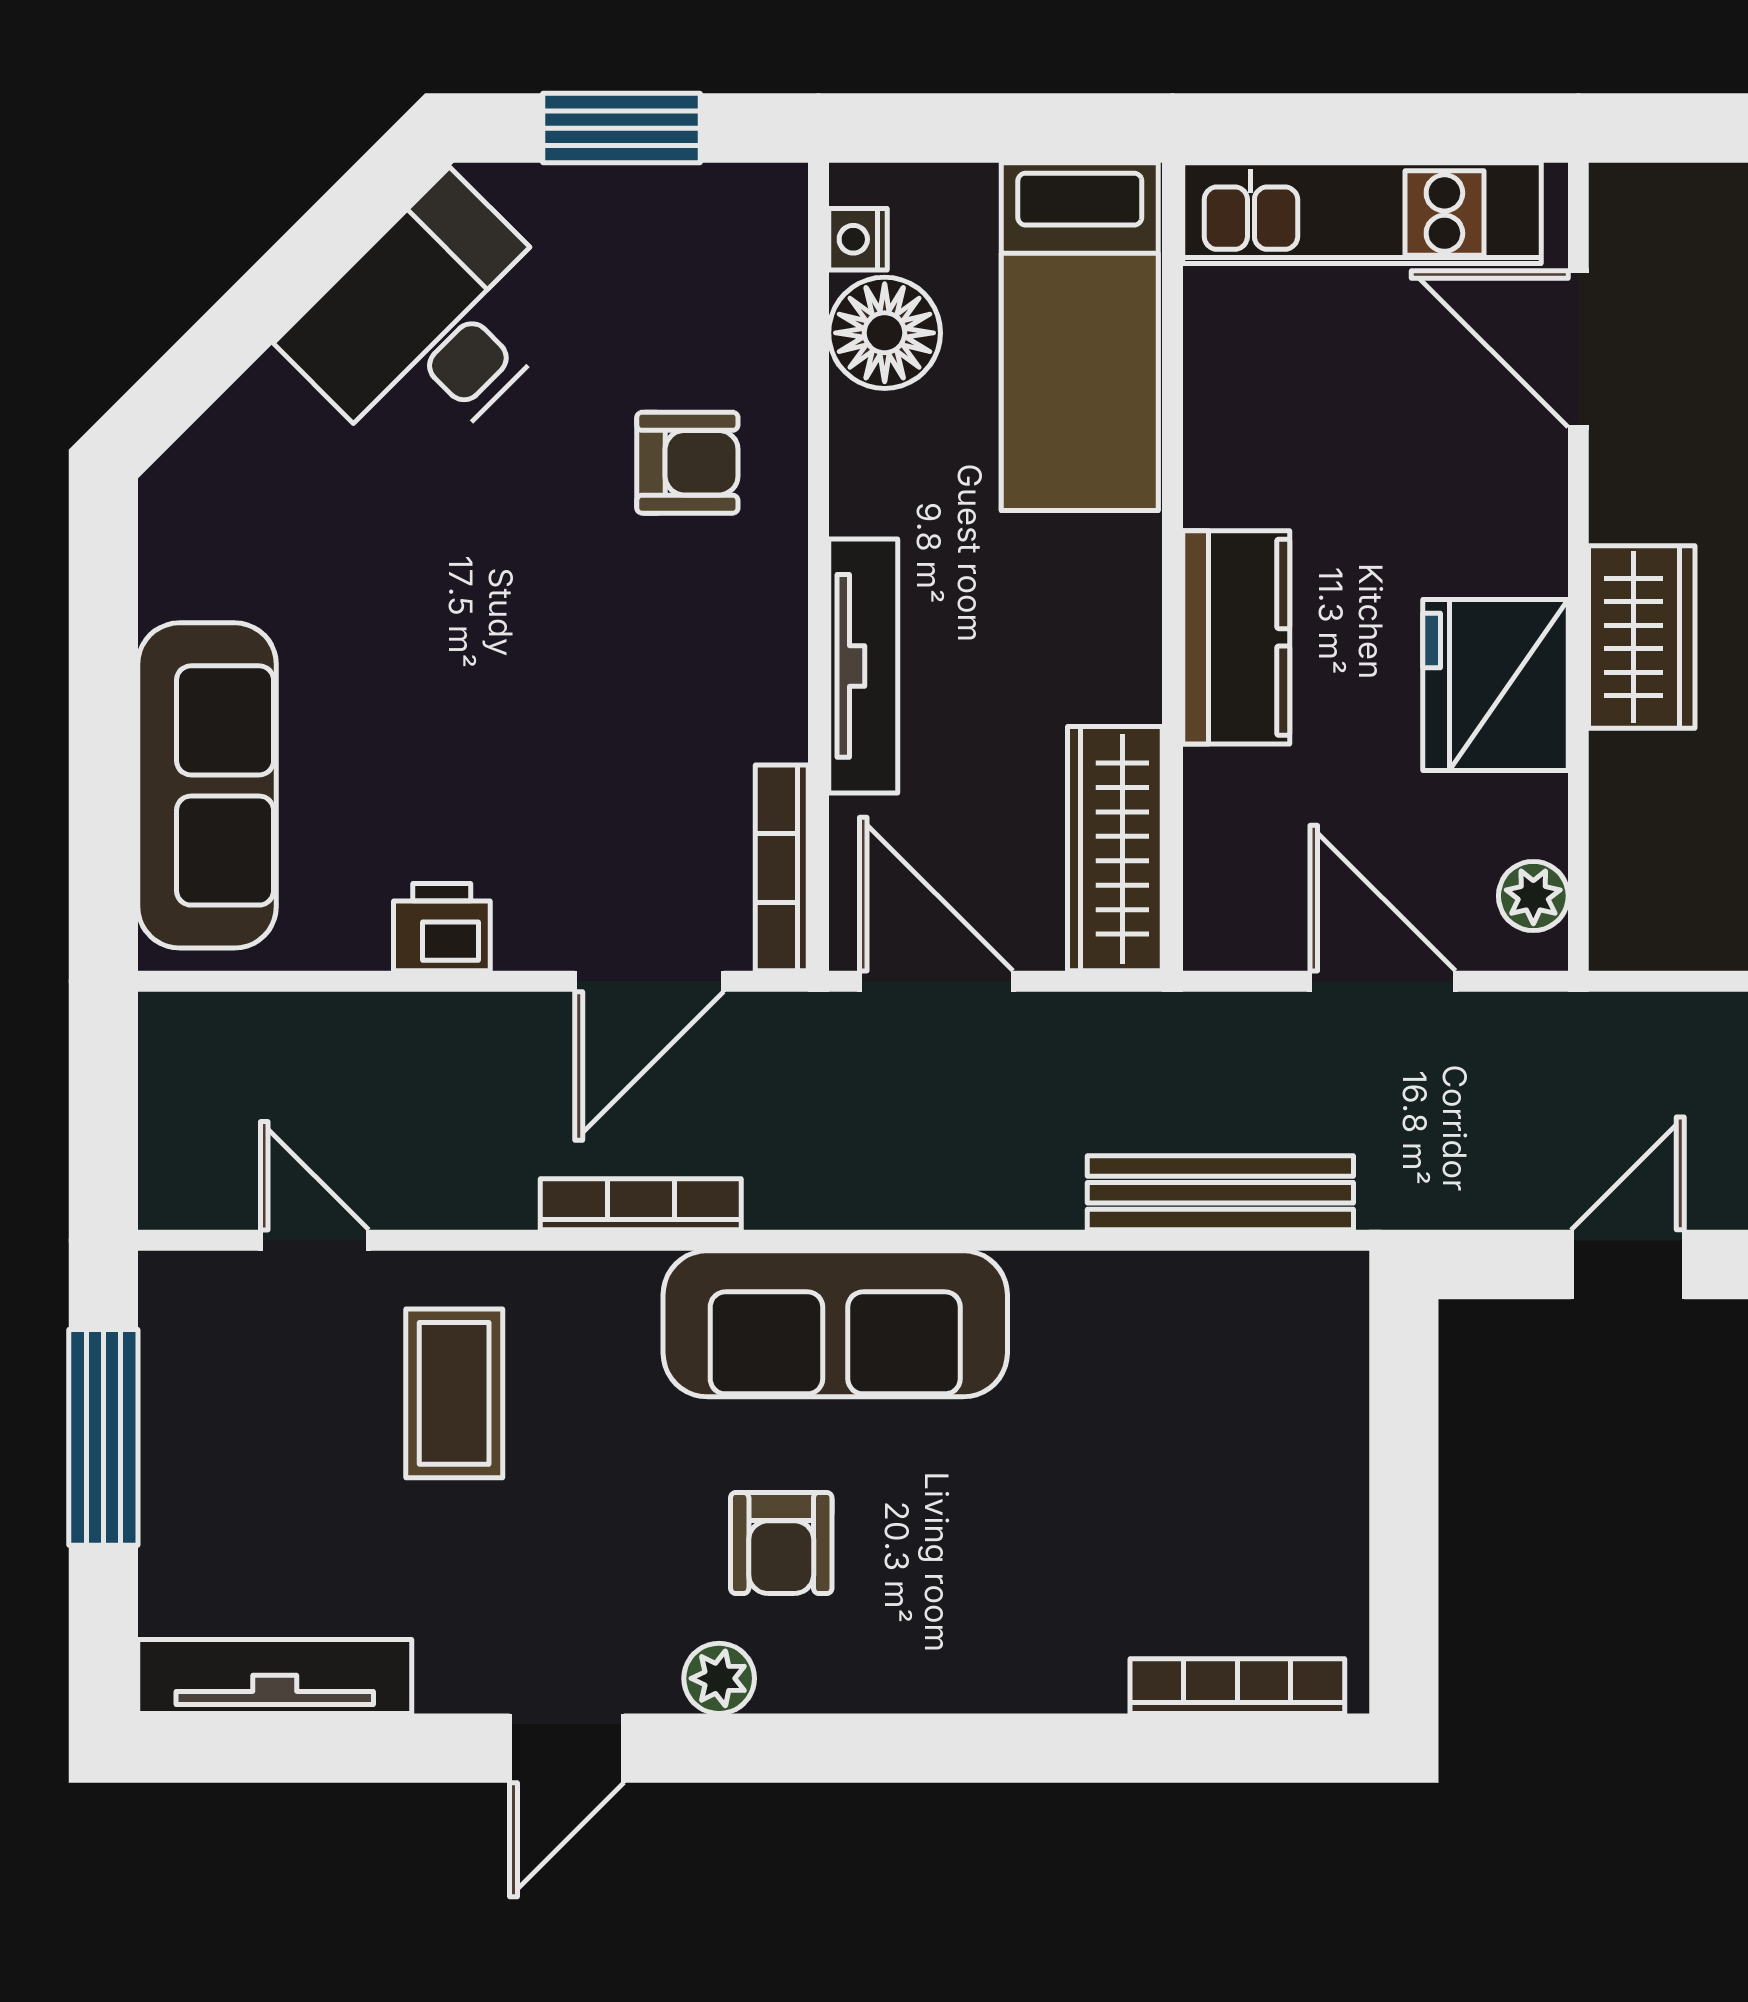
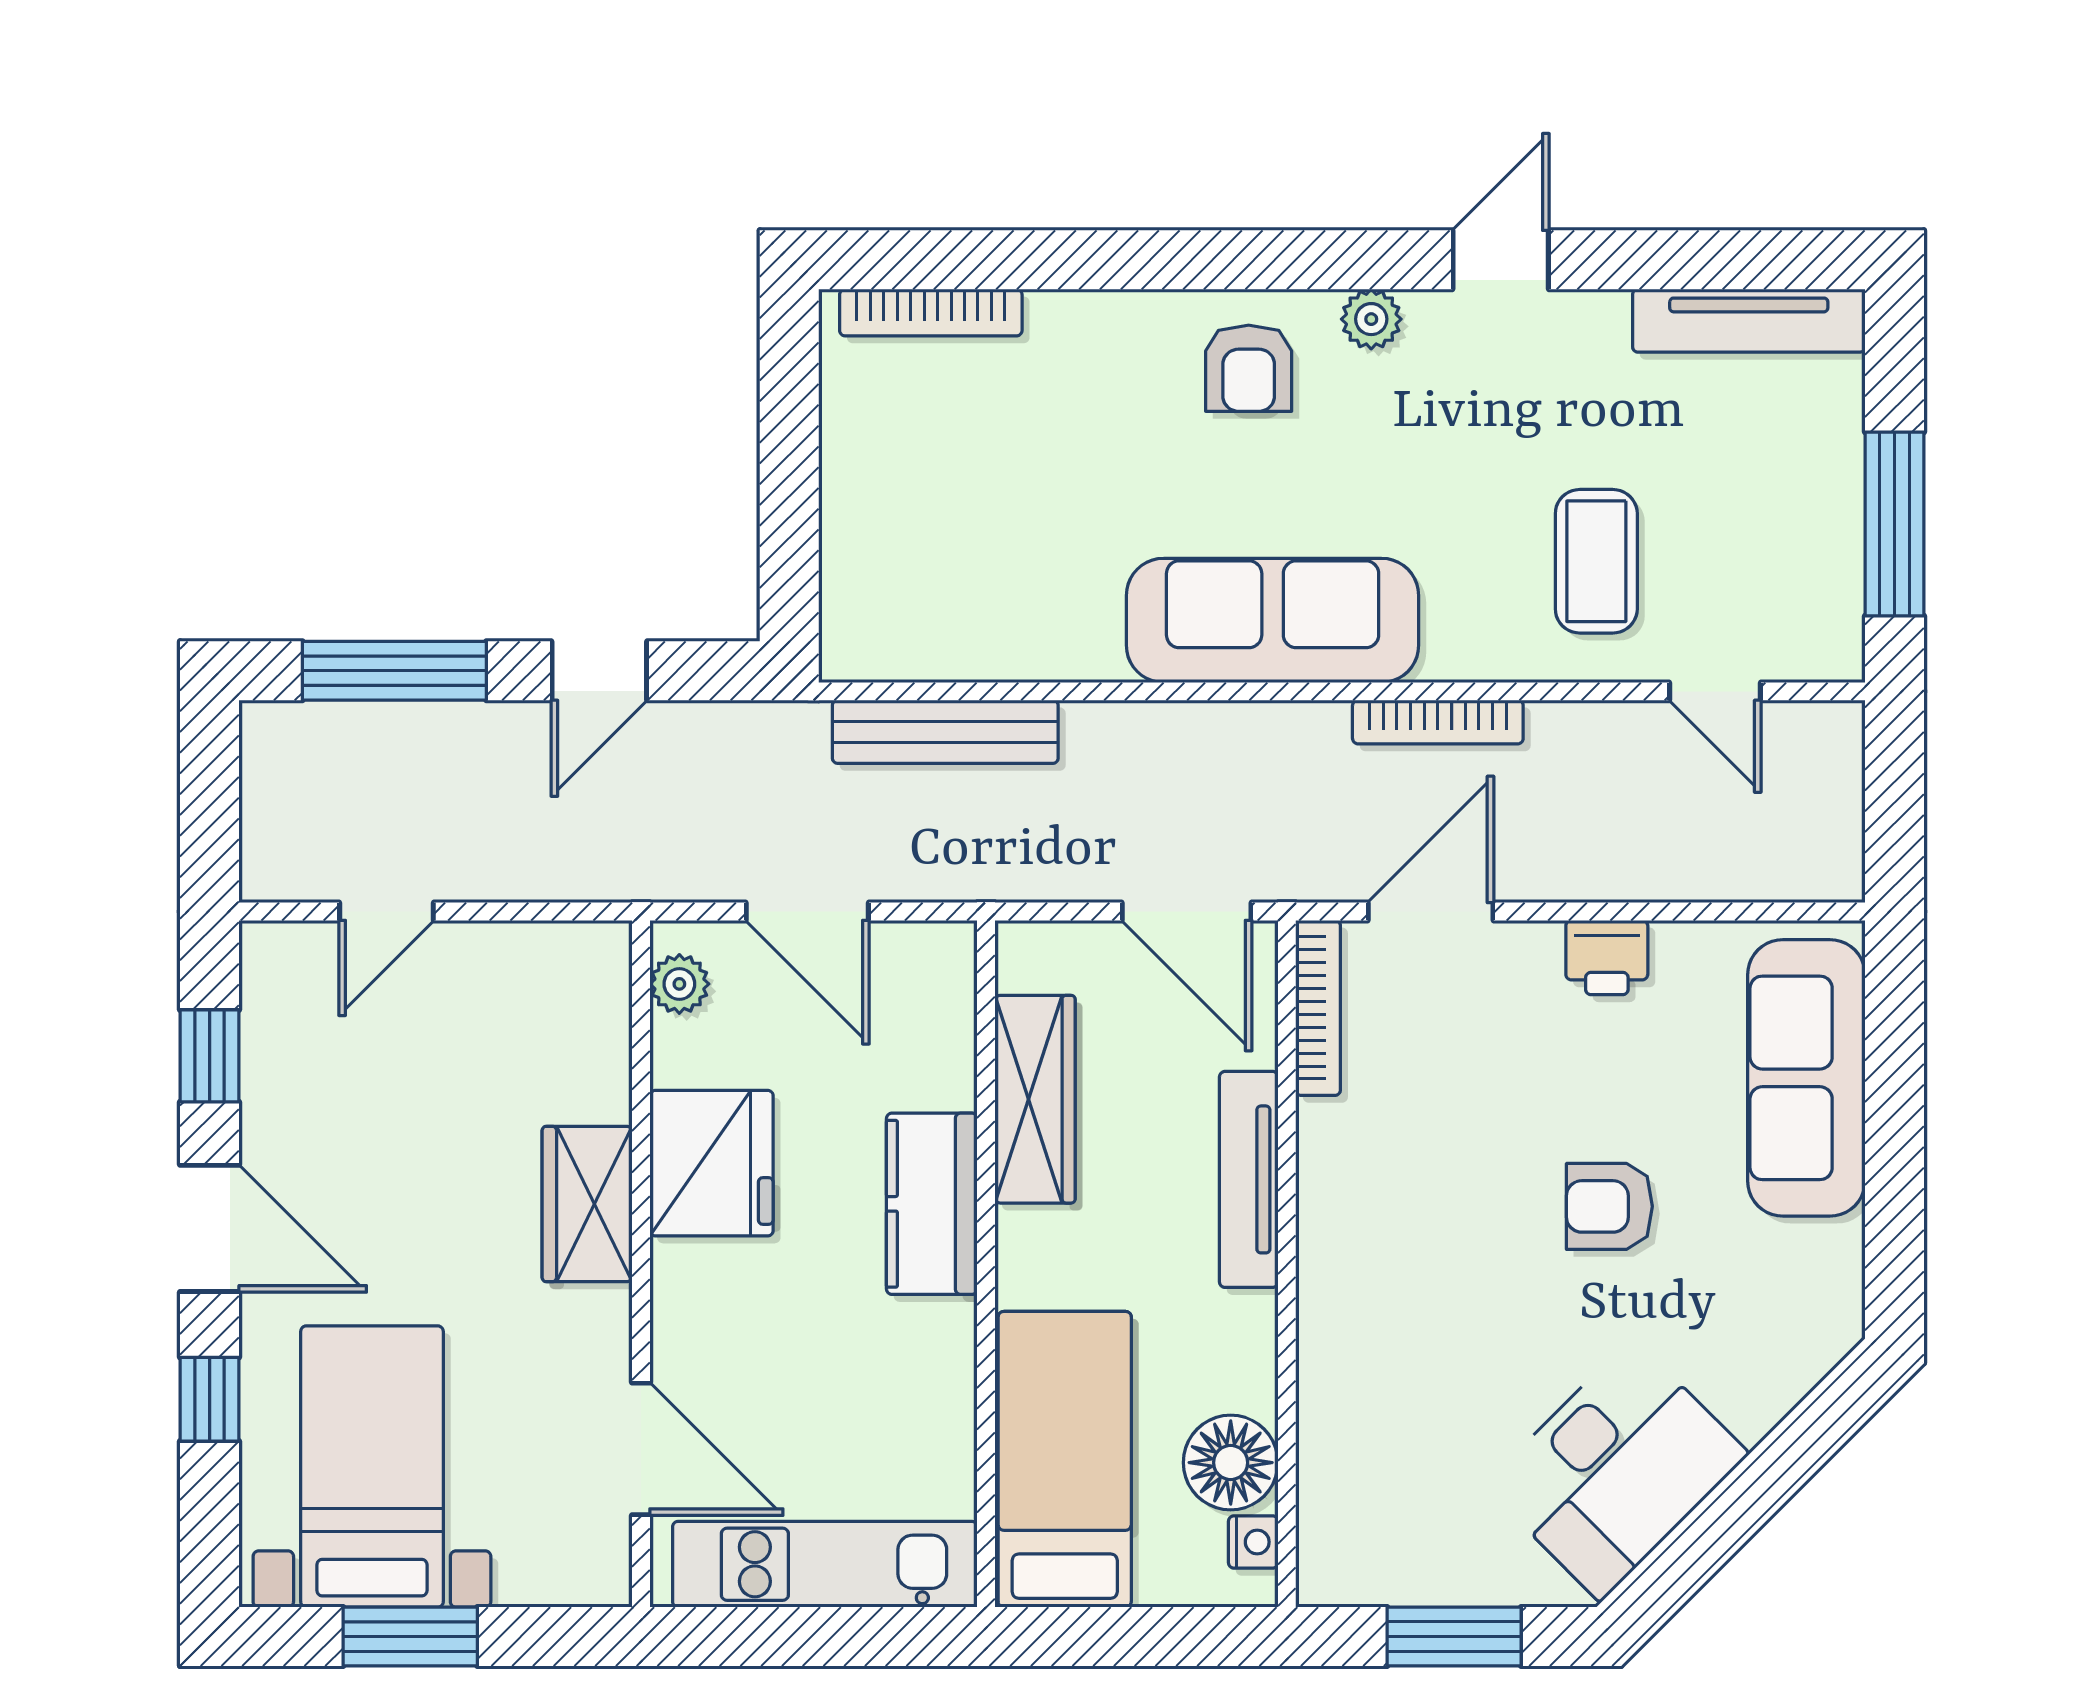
armchair: (687, 463) -> (1609, 1206), moved
wardrobe: (1115, 849) -> (1035, 1099), moved
armchair: (781, 1543) -> (1249, 368), moved, turned 180

